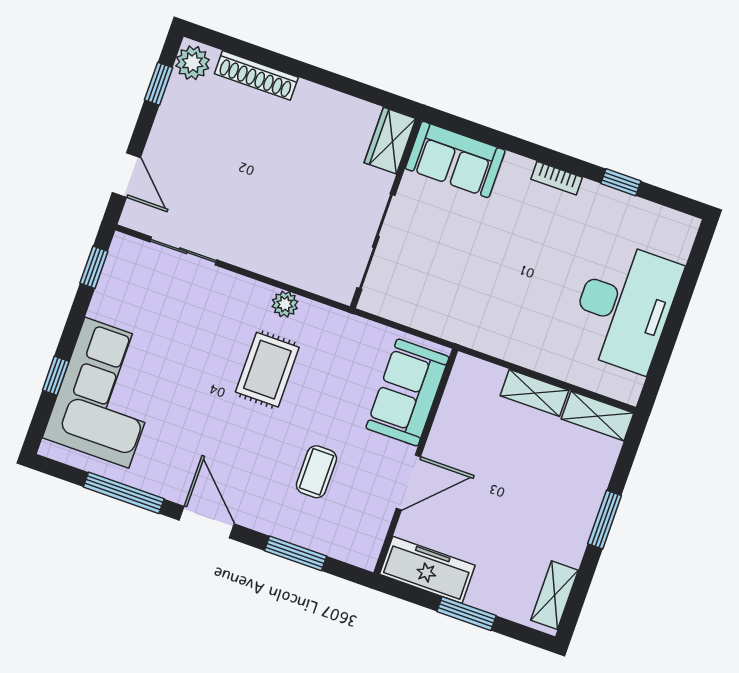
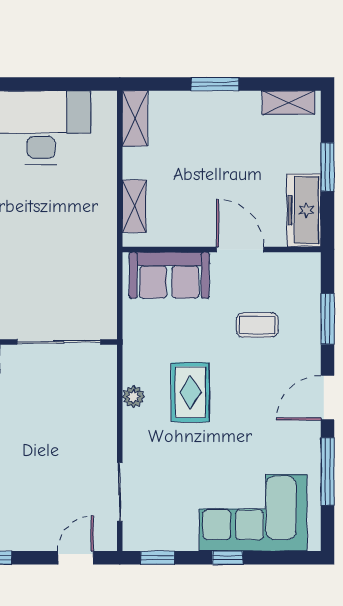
rug: (267, 370) -> (190, 392), turned 90
window: (56, 376) -> (227, 558), moved
shelving: (534, 393) -> (134, 206), moved

